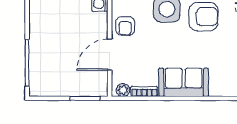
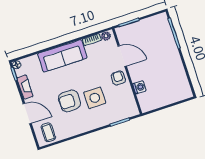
door: (110, 55) -> (122, 56), hinge flipped
sofa: (184, 82) -> (62, 56), width x1.36

